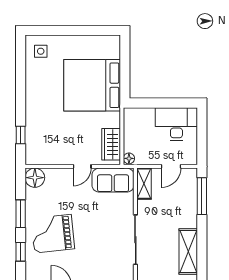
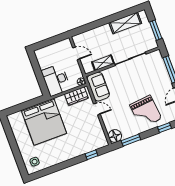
desk: (176, 124) -> (56, 80), moved
shelving: (144, 184) -> (103, 63), moved
window: (202, 196) -> (88, 27), removed
window: (21, 214) -> (131, 140), moved

